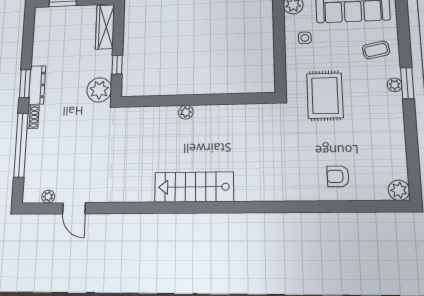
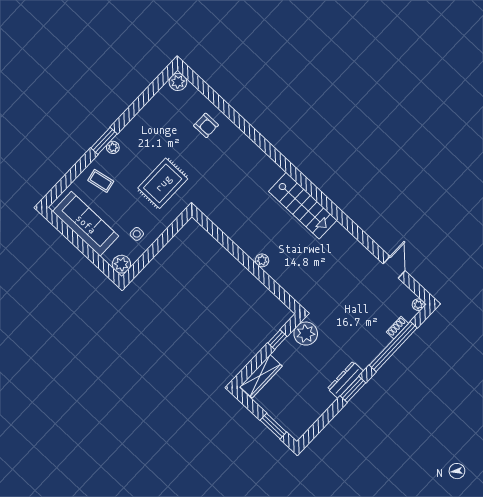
shoe rack: (33, 117) -> (397, 328), moved
plant: (48, 197) -> (418, 305), moved

